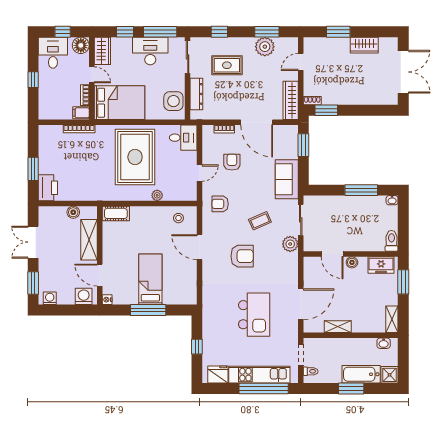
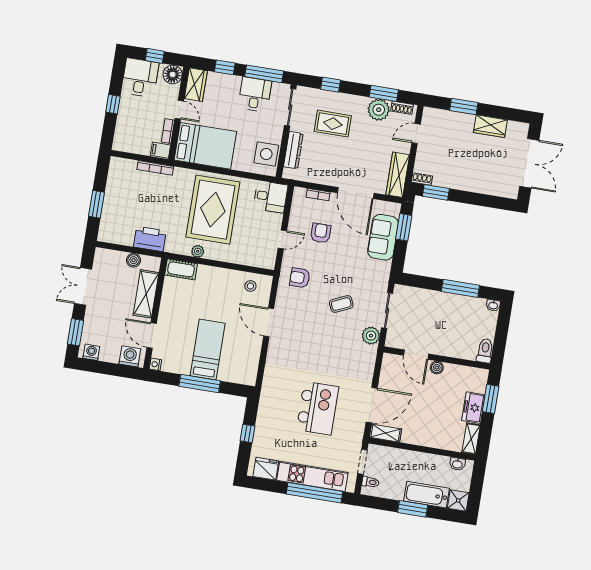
shoe rack: (285, 42) -> (402, 108), added
desk: (150, 51) -> (255, 94), width x0.73
sofa: (287, 179) -> (383, 237), moved
printer: (48, 188) -> (150, 239), moved, turned -90
plant: (157, 195) -> (198, 251), moved
armchair: (242, 256) -> (315, 340), removed
freezer: (381, 265) -> (473, 408), moved, turned 90
shelving: (338, 327) -> (385, 433), moved

